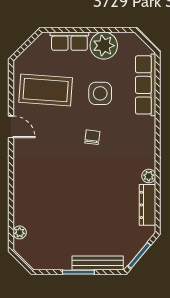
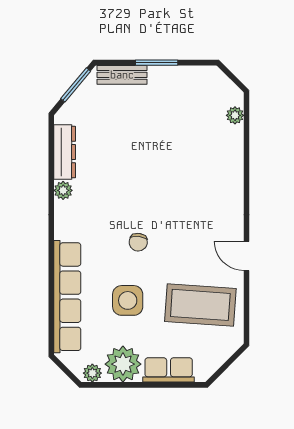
plant: (127, 39) -> (92, 373), added
row of seats: (146, 85) -> (67, 297), width x1.36
bench: (98, 263) -> (122, 75), width x0.73

